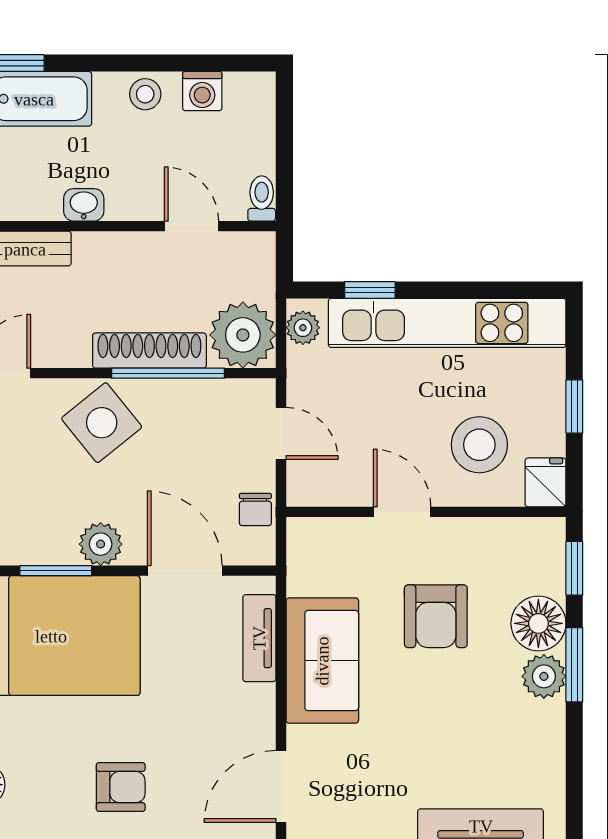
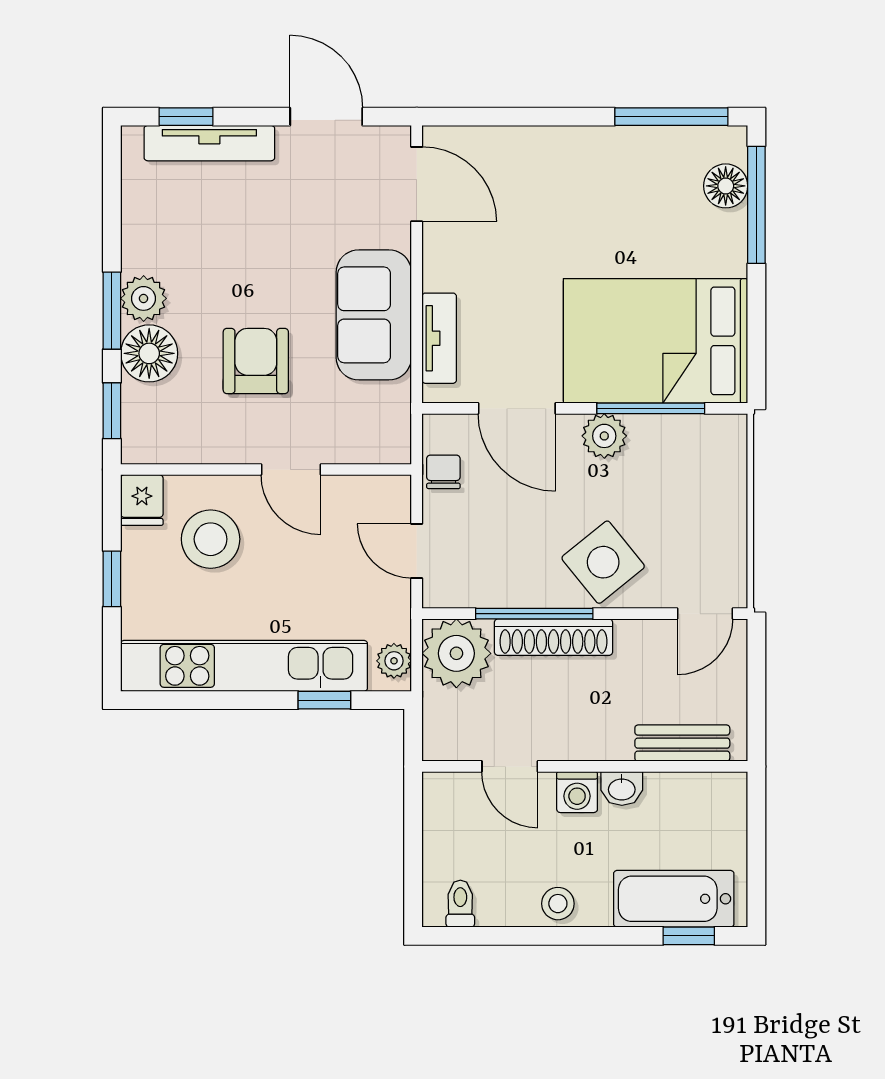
washing machine: (202, 91) -> (577, 792), moved, turned 180
toilet: (262, 198) -> (460, 904), moved, turned 180
window: (56, 571) -> (651, 408), width x1.44
door: (281, 786) -> (417, 184), hinge flipped
armchair: (121, 787) -> (583, 183), removed

